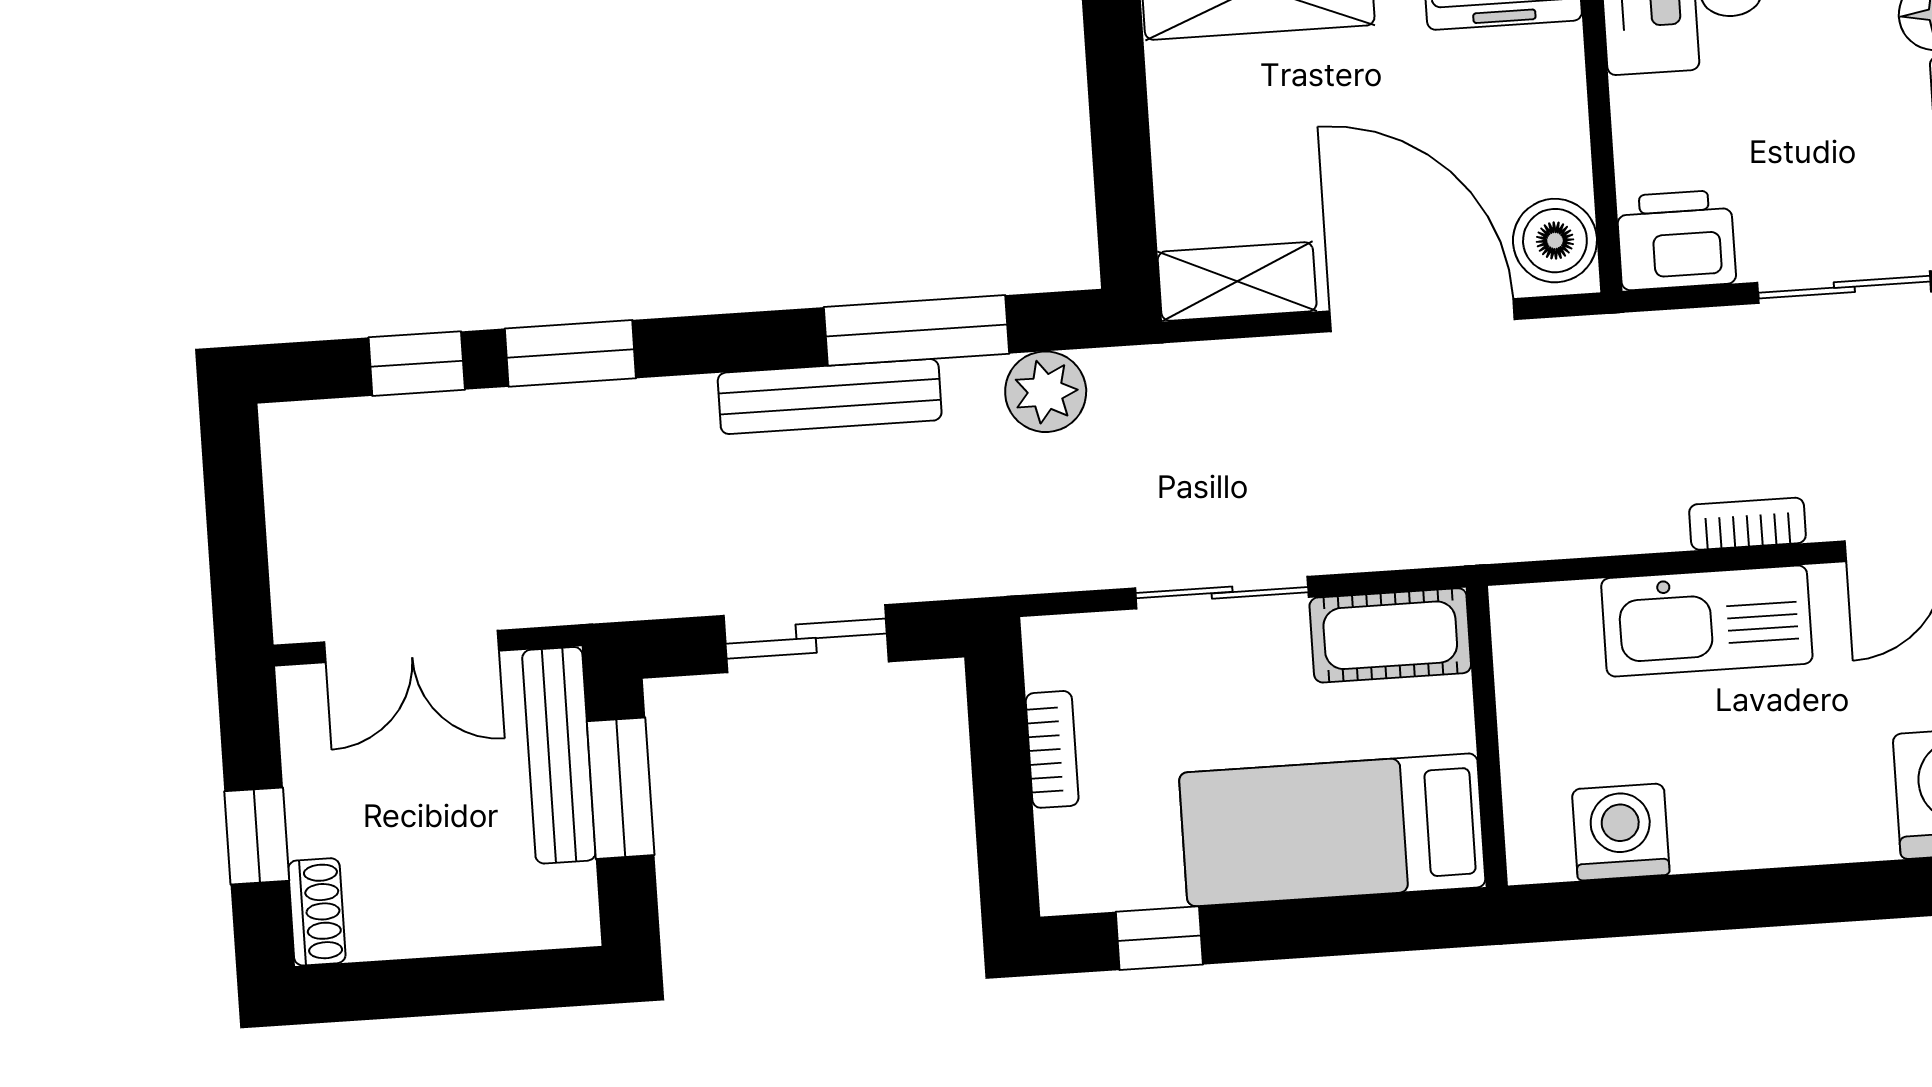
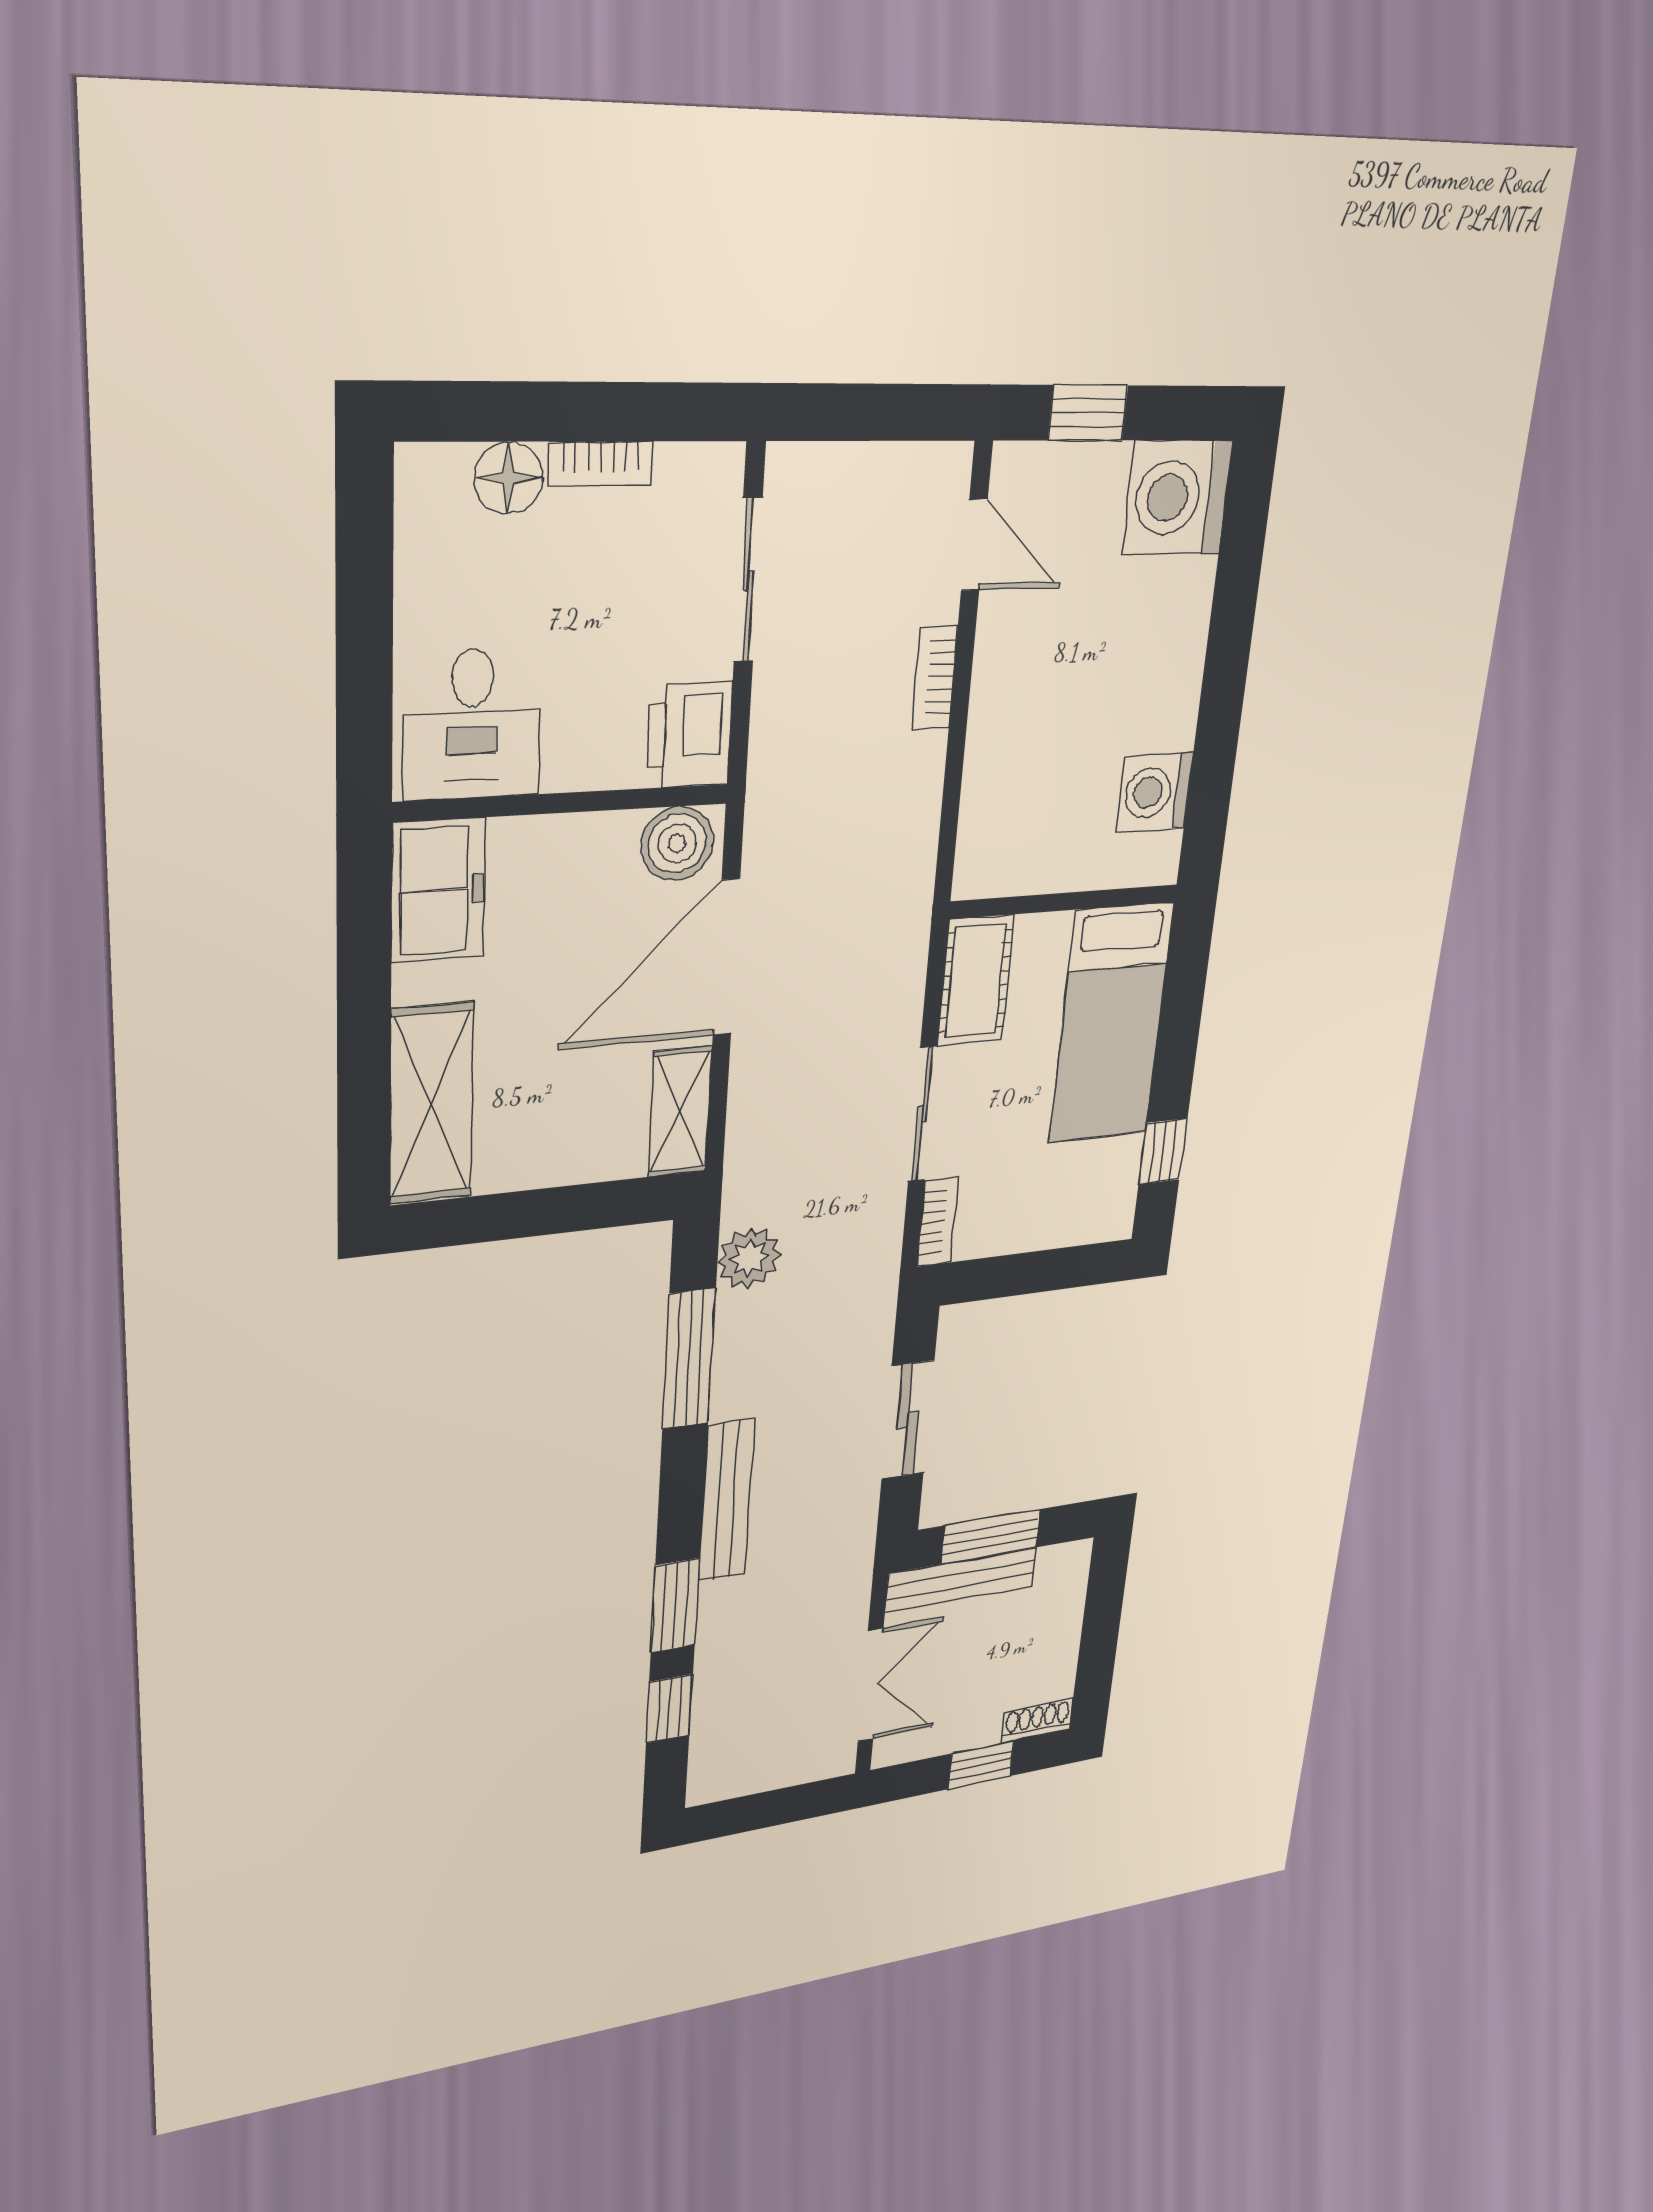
bench: (830, 397) -> (726, 1501), moved
kitchen sink: (1707, 621) -> (1007, 716), removed
bookcase: (1052, 749) -> (938, 1222), moved, turned 90

